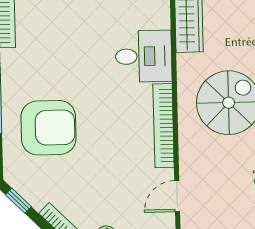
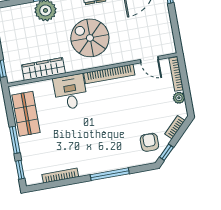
armchair: (48, 128) -> (149, 142), moved, width x0.53, depth x0.53

